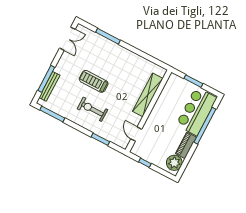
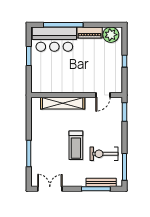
shelving: (148, 95) -> (63, 103), moved
exercise bike: (92, 109) -> (104, 154), moved, turned 90
wall: (148, 111) -> (77, 95), moved
door: (136, 134) -> (103, 95), moved

